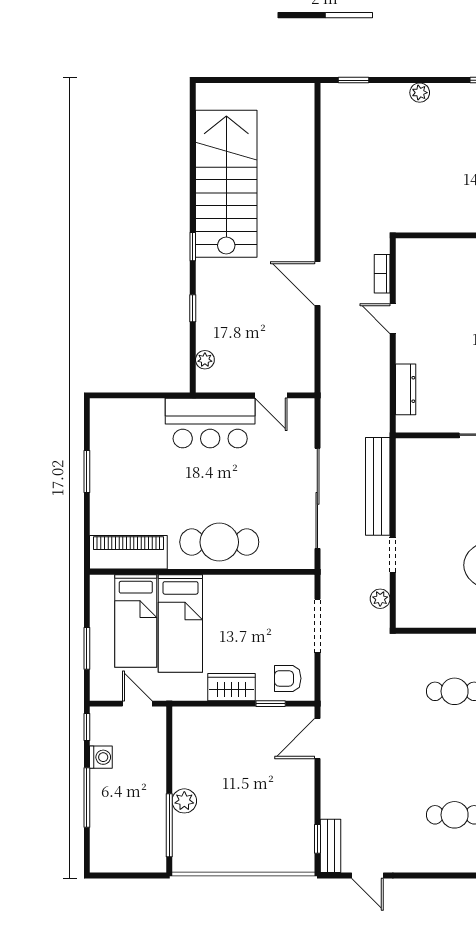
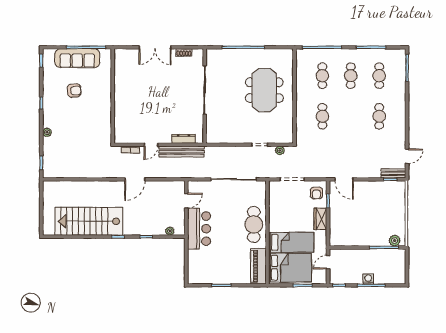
bench: (378, 486) -> (182, 152), moved
bed: (136, 621) -> (290, 268), width x1.50
washing machine: (101, 757) -> (368, 279), moved
plant: (184, 801) -> (395, 241), moved

